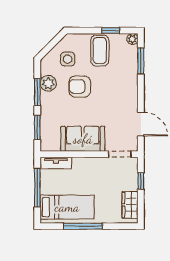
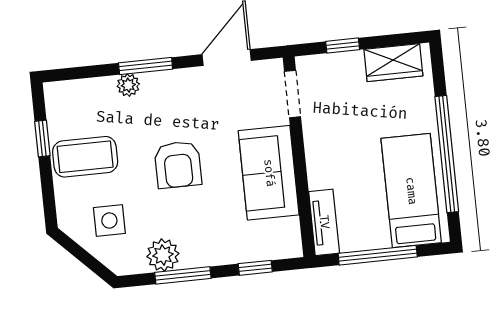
plant: (132, 39) -> (128, 85), moved
window: (141, 61) -> (146, 66), moved
armchair: (80, 86) -> (178, 165), moved
window: (37, 127) -> (255, 268), width x0.67
window: (83, 226) -> (447, 154), width x1.46

